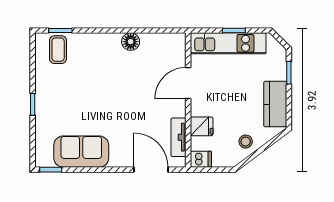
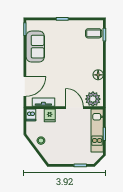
plant: (173, 51) -> (93, 99), added
kitchen counter: (275, 104) -> (62, 157), removed

